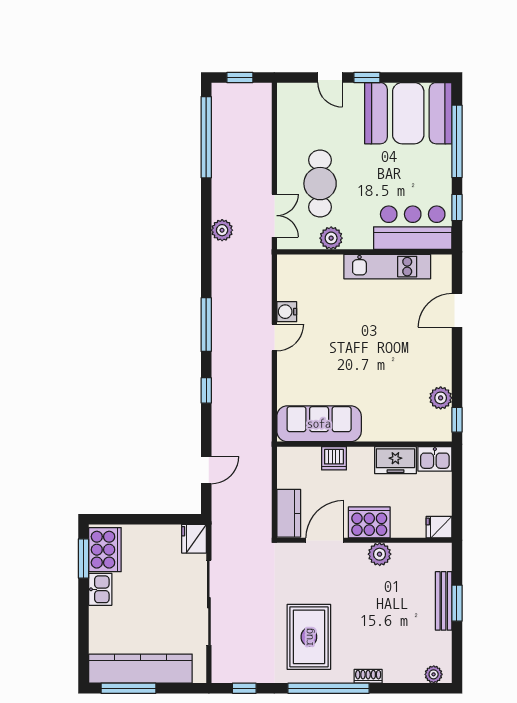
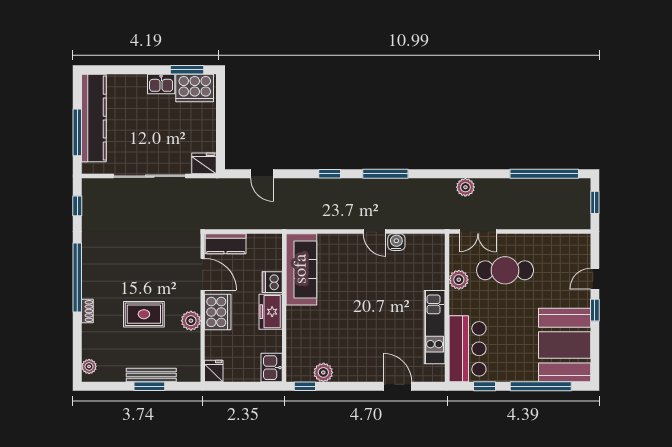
freezer: (395, 460) -> (271, 312), moved
rug: (309, 637) -> (144, 314), moved, width x0.73, depth x0.70
window: (128, 688) -> (77, 132), moved

